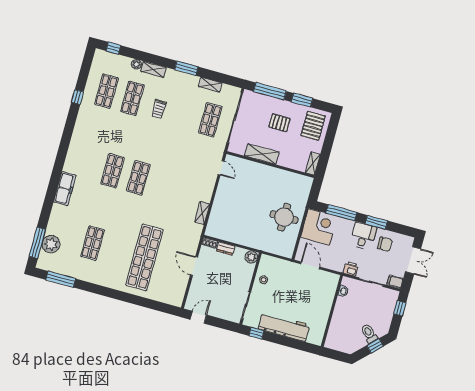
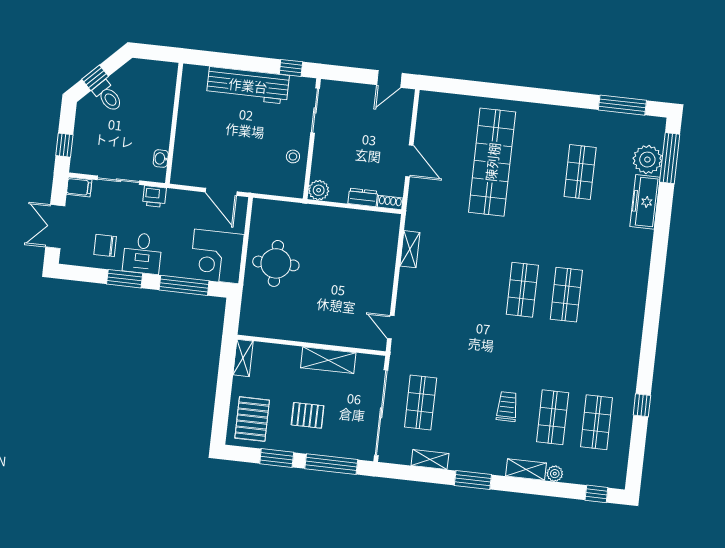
freezer: (65, 189) -> (645, 202), moved

